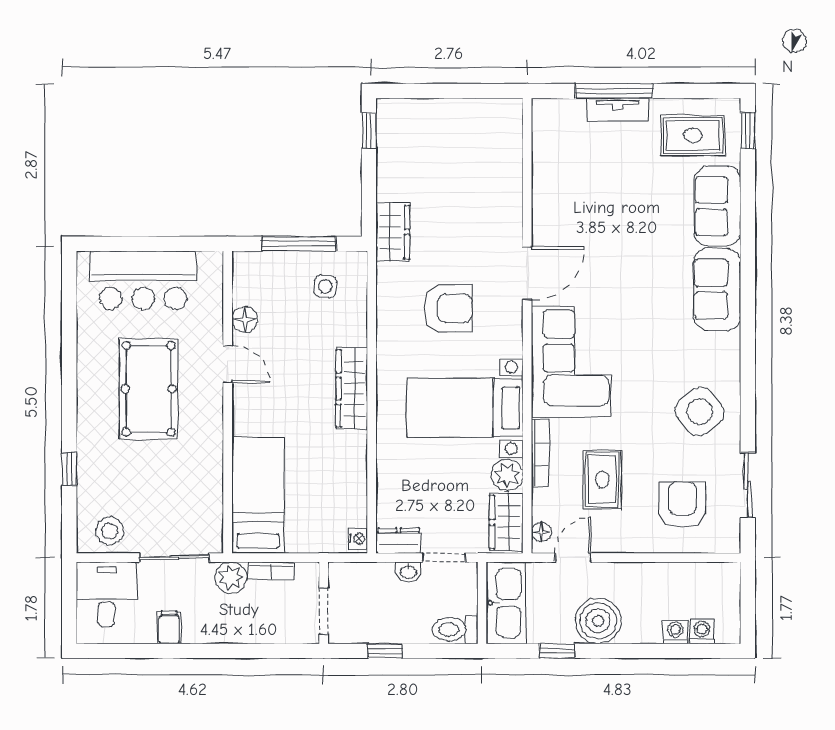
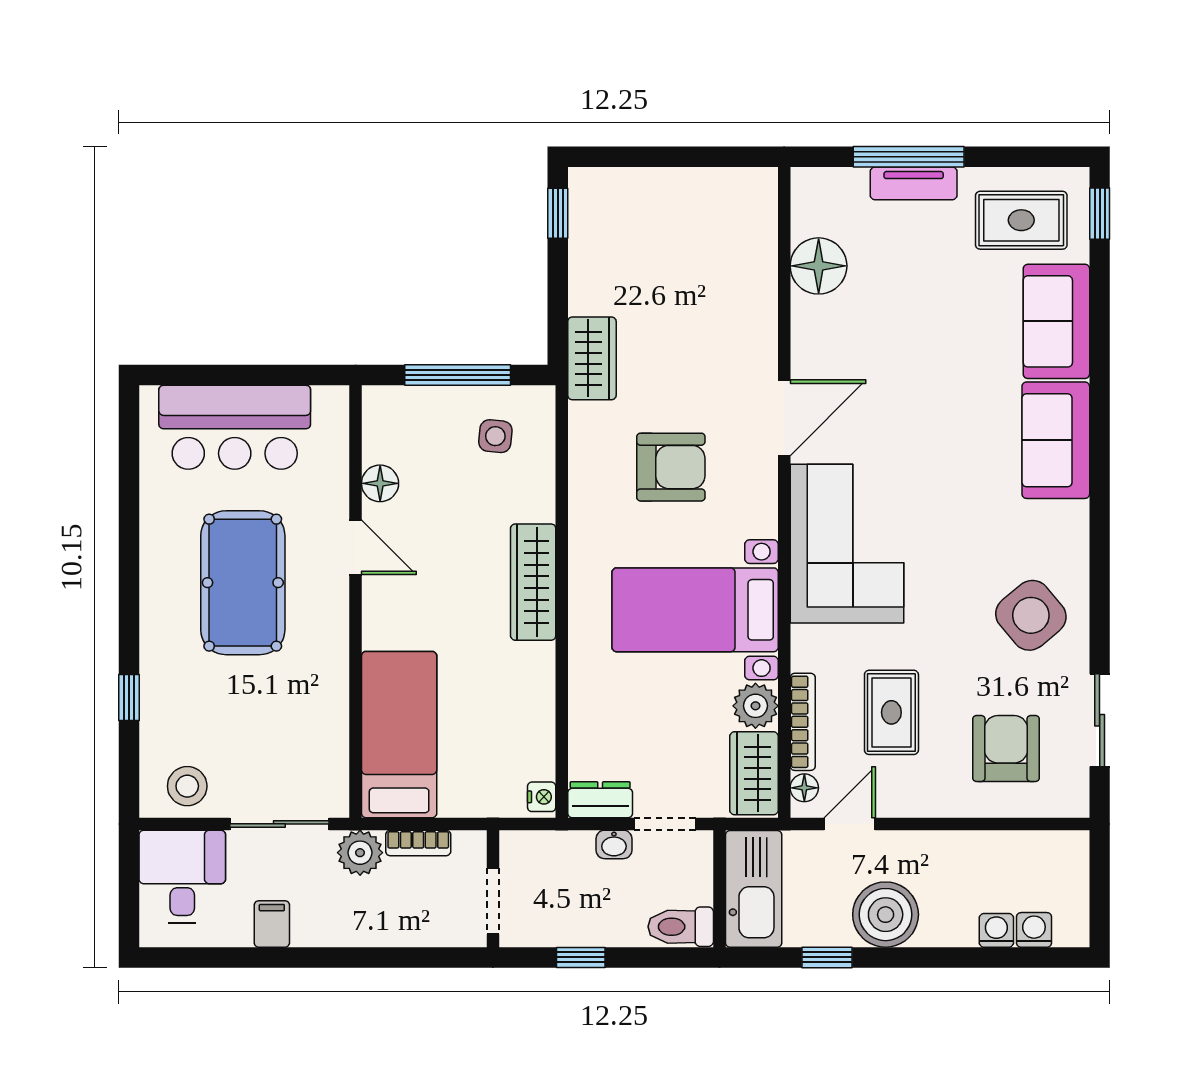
floor lamp: (551, 167) -> (819, 266), added
bookcase: (540, 453) -> (803, 722), moved

